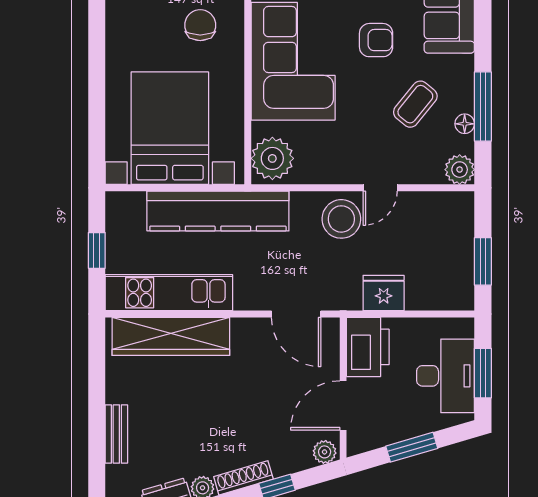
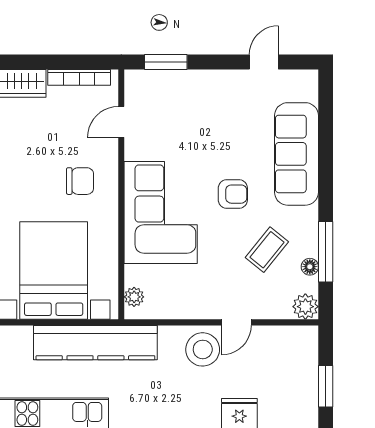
chair: (200, 25) -> (80, 181), turned 90
plant: (272, 158) -> (134, 297), width x0.53, depth x0.53

